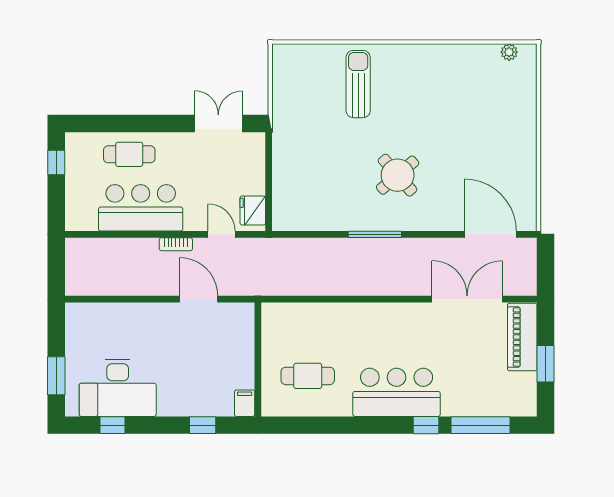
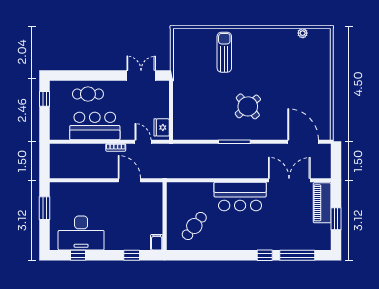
plant: (509, 52) -> (303, 33), moved
window: (56, 376) -> (45, 208), moved
cafe table: (308, 376) -> (194, 226), turned -52
bar counter: (397, 392) -> (240, 197), moved, turned 180

